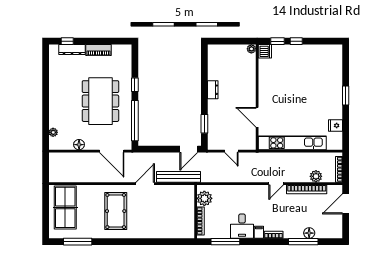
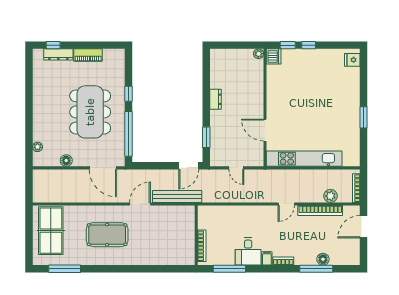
window: (346, 96) -> (364, 117), moved
fridge: (335, 125) -> (352, 60), moved
plant: (204, 198) -> (206, 221), removed
pool table: (116, 211) -> (107, 235), turned 90

